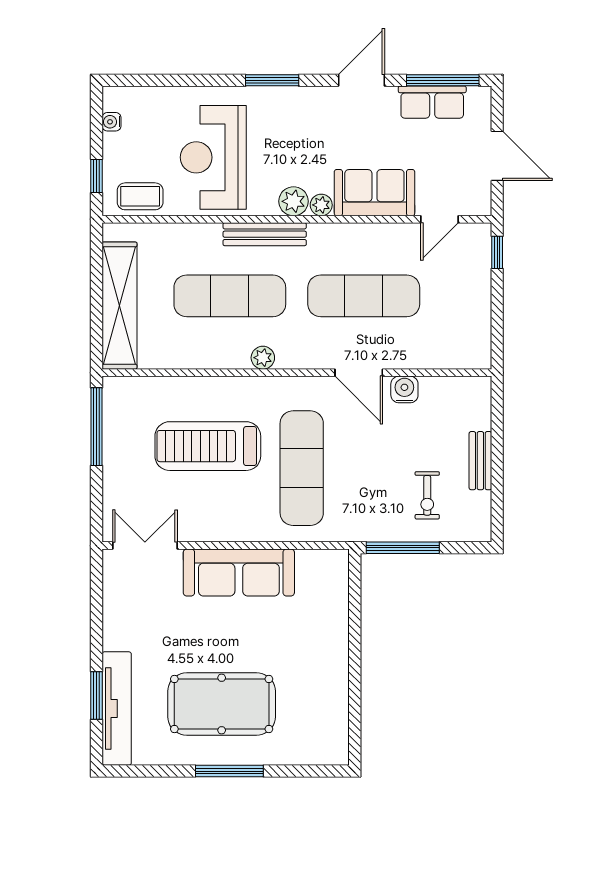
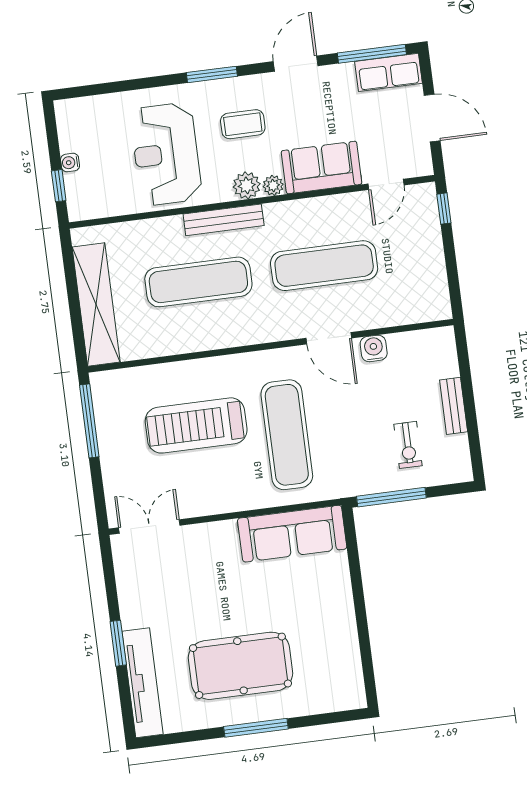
row of seats: (432, 102) -> (389, 72), moved
water cooler: (111, 122) -> (70, 163), moved
coffee table: (140, 196) -> (243, 124), moved
plant: (263, 358) -> (237, 336), removed
sofa: (239, 573) -> (292, 534), moved
window: (96, 696) -> (118, 643), moved

